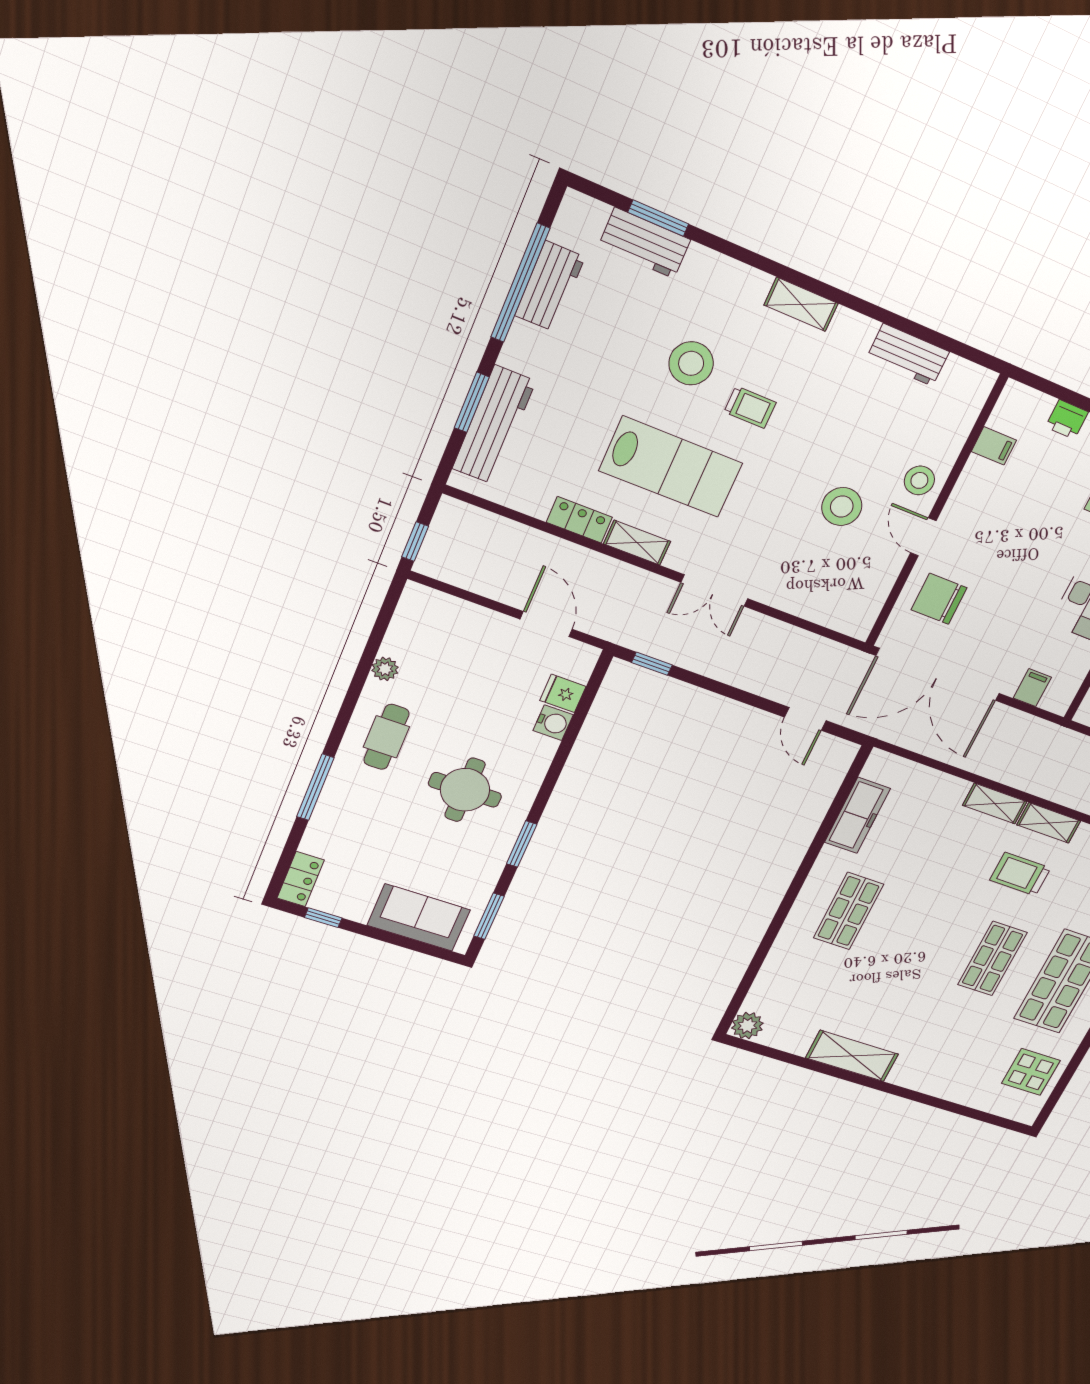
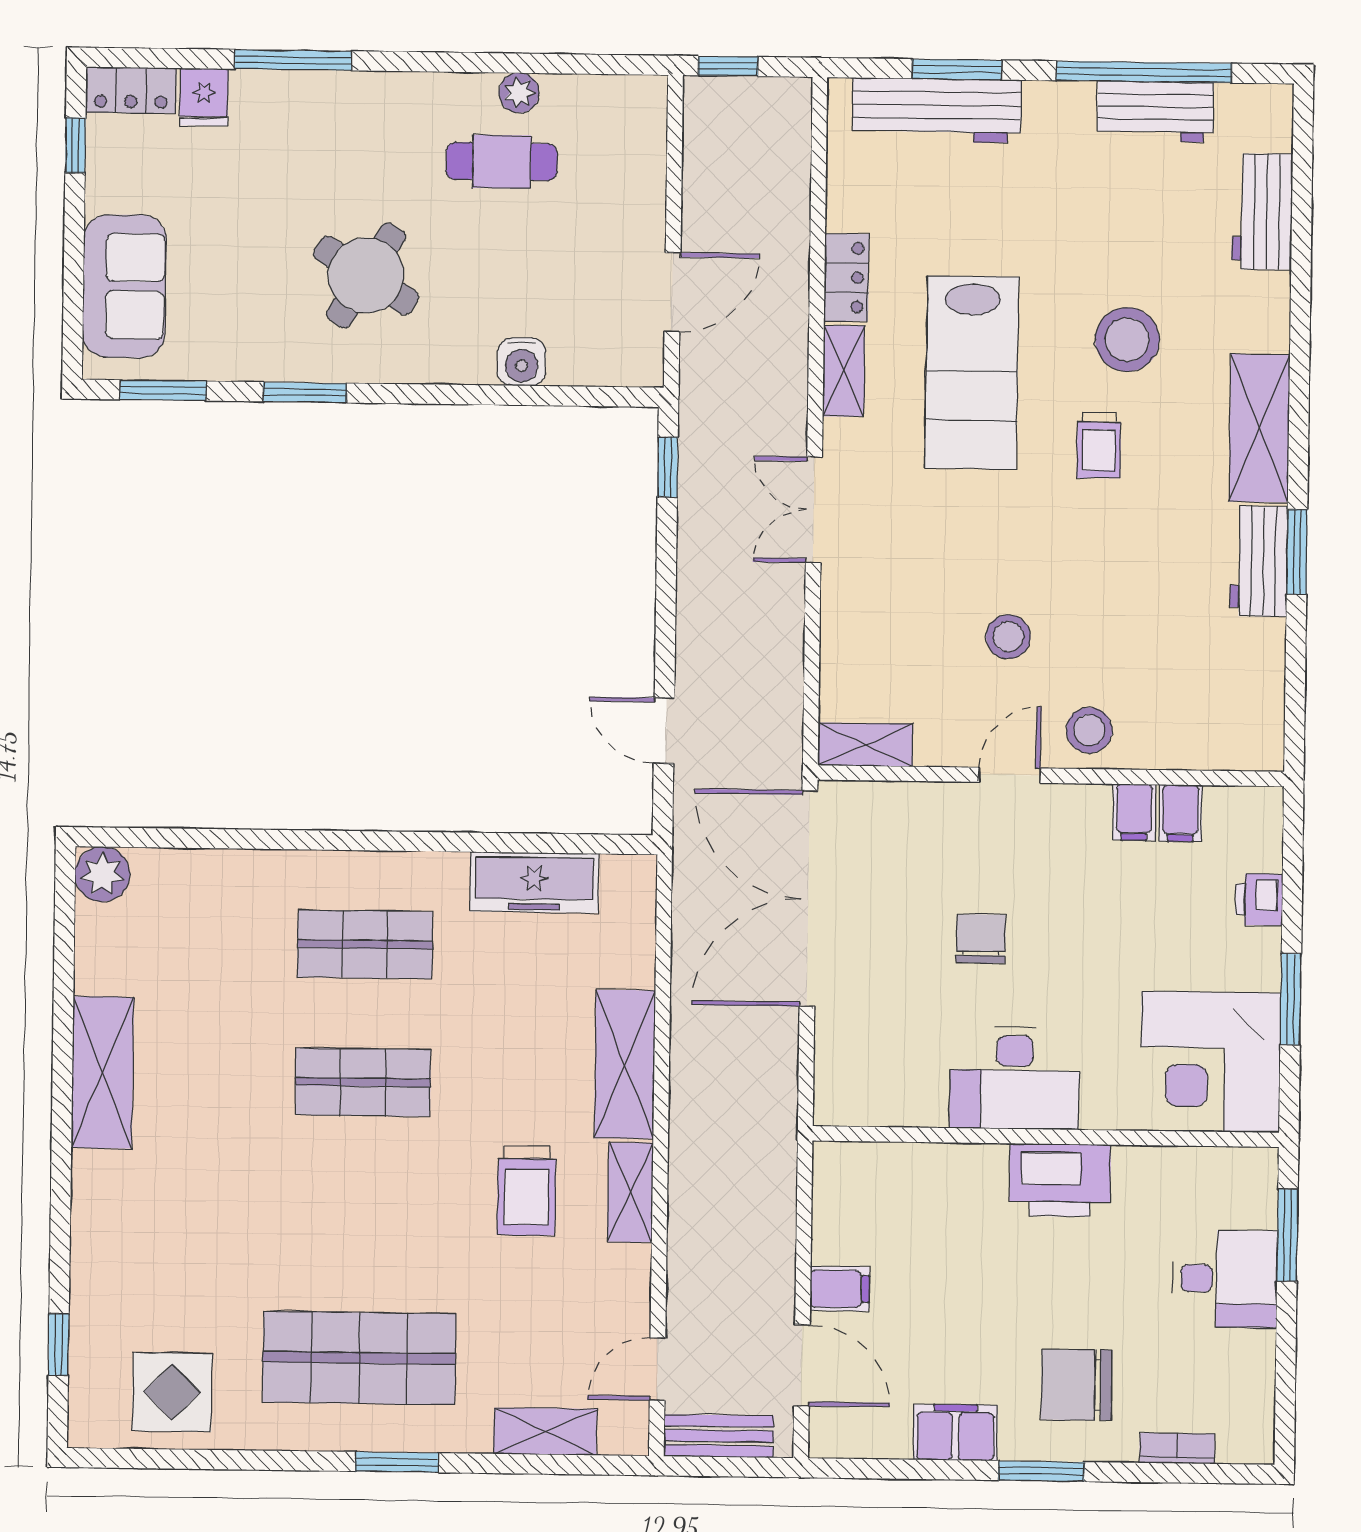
window: (658, 218) -> (1297, 552), moved
shelving: (801, 304) -> (1260, 428), width x1.50, depth x1.33
workbench: (908, 355) -> (1259, 561), moved
stool: (842, 507) -> (1008, 637), width x0.73, depth x0.73
chair: (939, 599) -> (981, 939), moved, width x0.73, depth x0.73
shelving: (866, 612) -> (865, 745), added
filing cabinet: (1032, 688) -> (1134, 812), moved, turned 90
fridge: (563, 693) -> (204, 97), moved, turned 180
door: (805, 719) -> (664, 731), hinge flipped
cafe table: (386, 737) -> (502, 162), moved
round table: (465, 790) -> (366, 275), turned 32
shelving: (995, 804) -> (625, 1064), width x1.50, depth x1.33
trolley: (1020, 874) -> (526, 1191), turned 180
shop shelf: (992, 959) -> (363, 1082), moved
window: (979, 1115) -> (59, 1345), added

